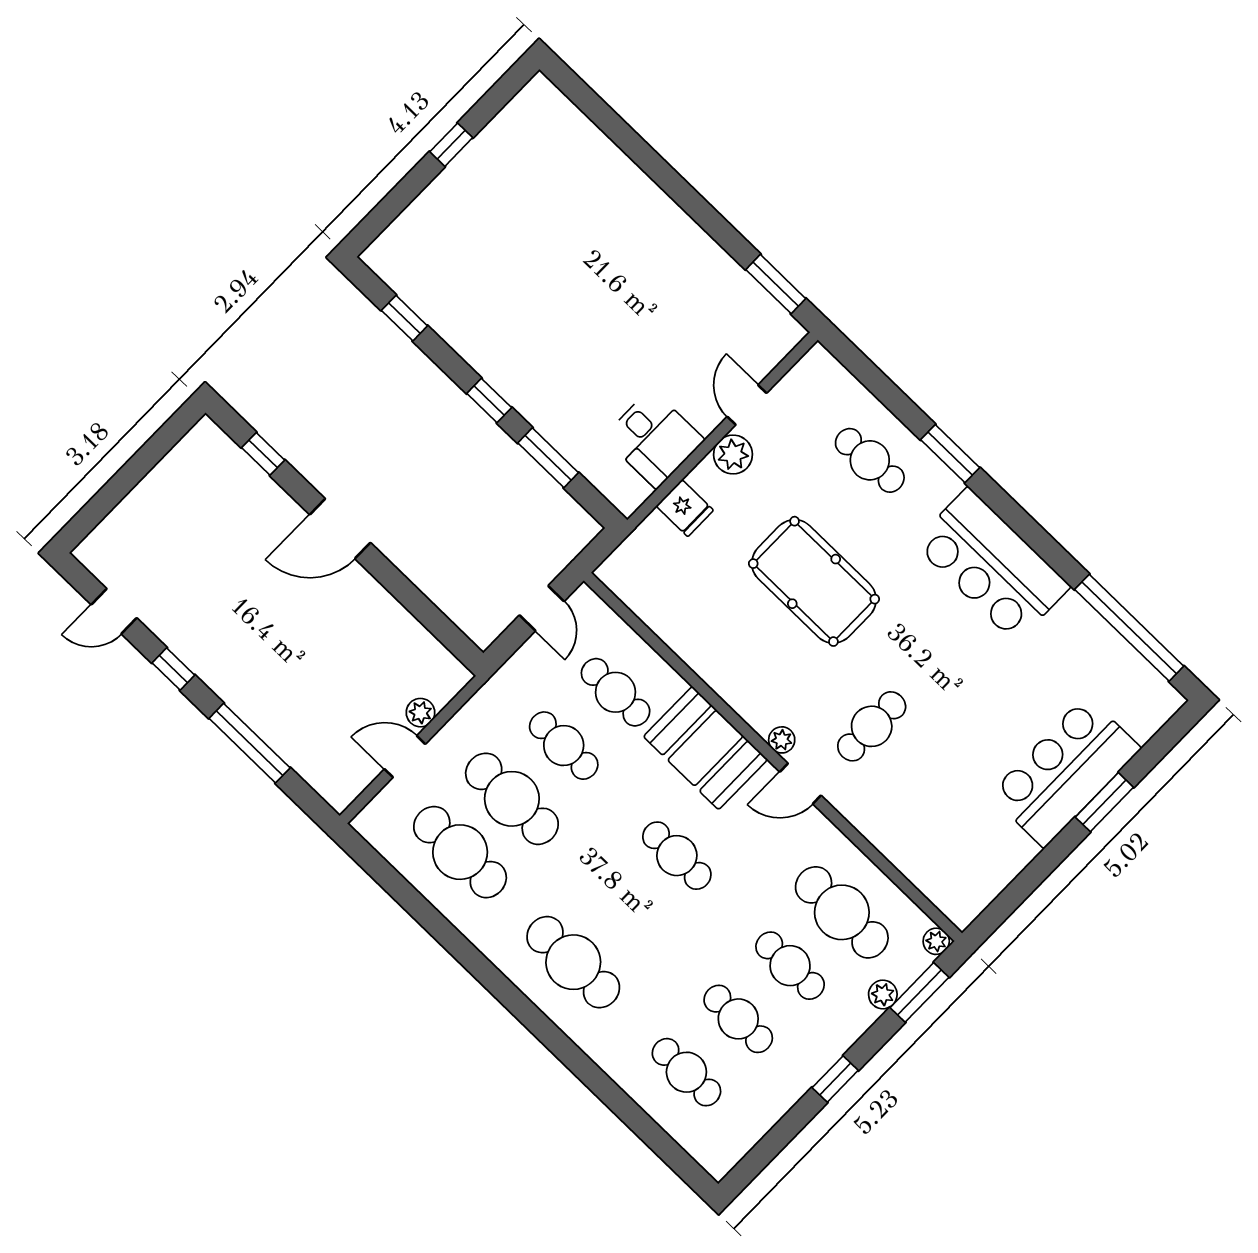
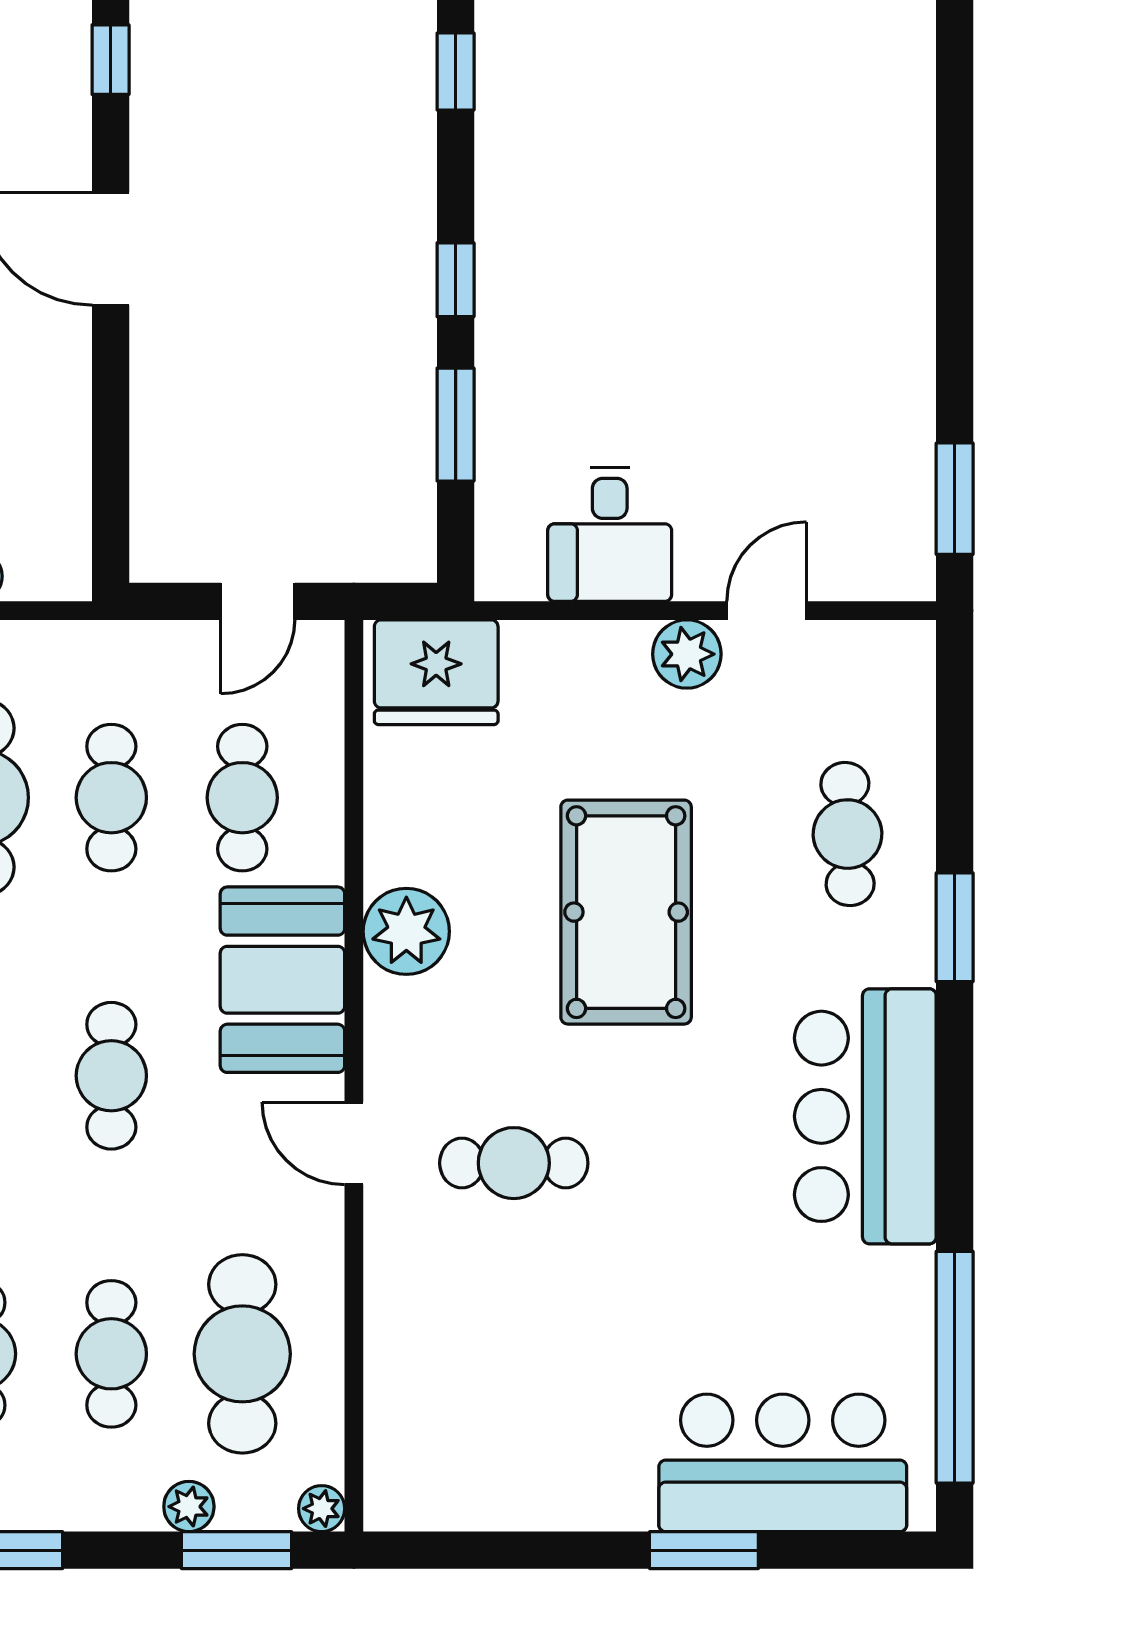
fridge: (685, 508) -> (436, 672), moved, width x1.88, depth x1.34
plant: (782, 740) -> (406, 931), moved, width x1.87, depth x1.87
bar counter: (1065, 772) -> (783, 1463), moved

